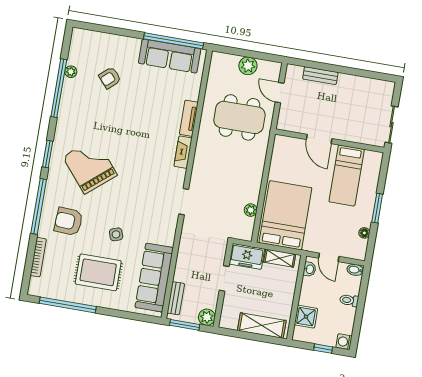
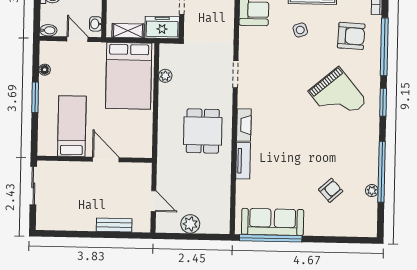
dining table: (239, 117) -> (203, 131), moved, width x0.73

